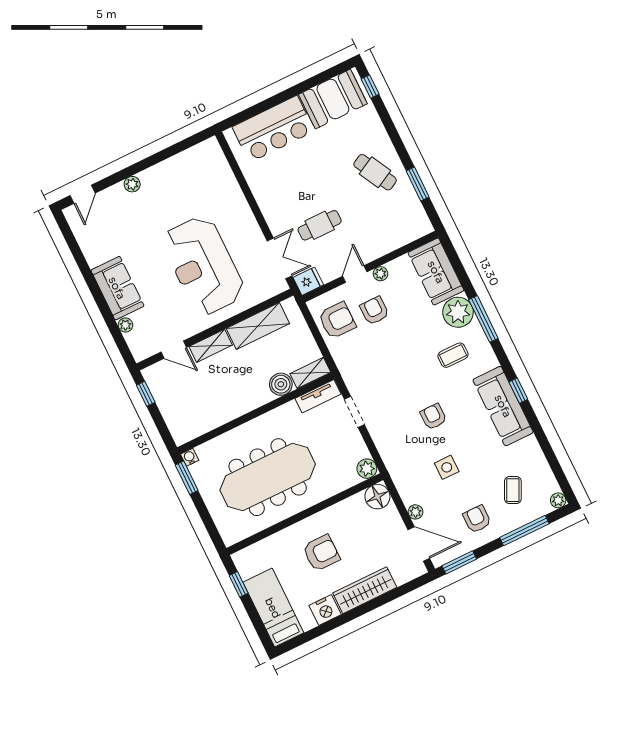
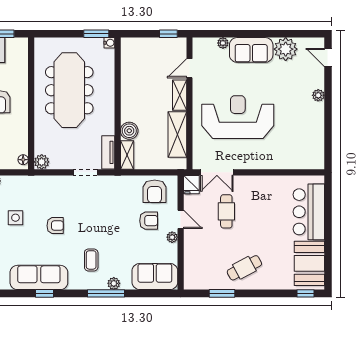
plant: (97, 248) -> (286, 49), added
plant: (458, 312) -> (114, 283), width x0.53, depth x0.53
floor lamp: (377, 497) -> (23, 160), width x0.53, depth x0.53

